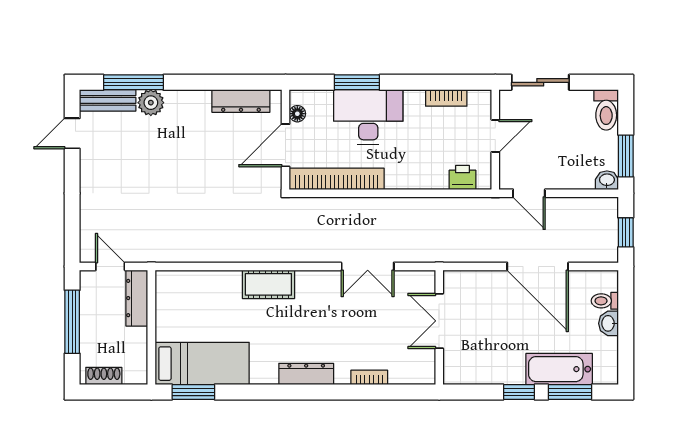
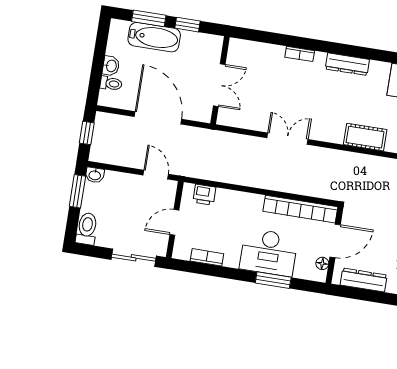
double door: (439, 321) -> (219, 85), moved
wall: (439, 327) -> (220, 80), moved

